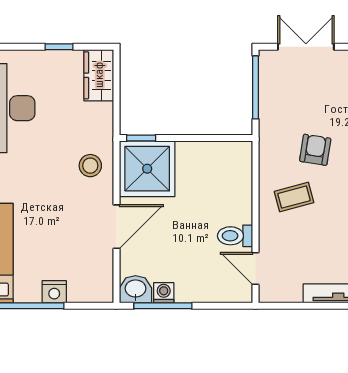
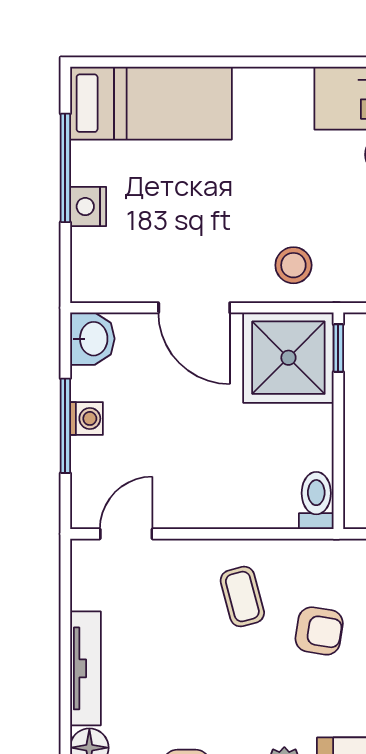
toilet: (235, 236) -> (316, 501), moved
washing machine: (164, 293) -> (87, 418), moved
window: (163, 306) -> (65, 426), moved

